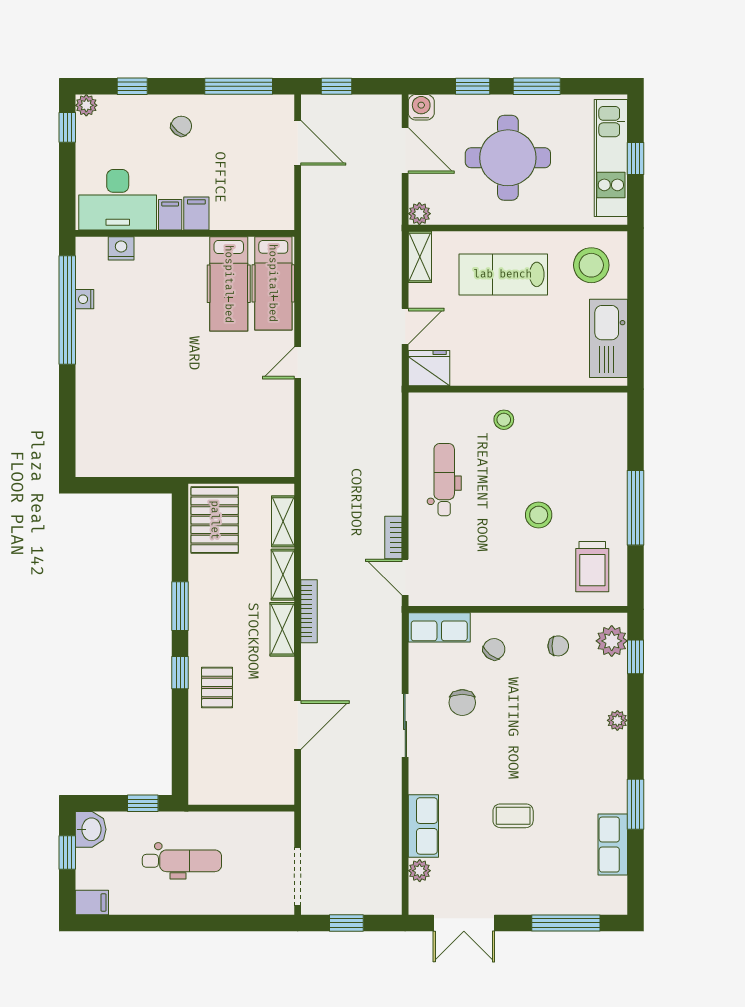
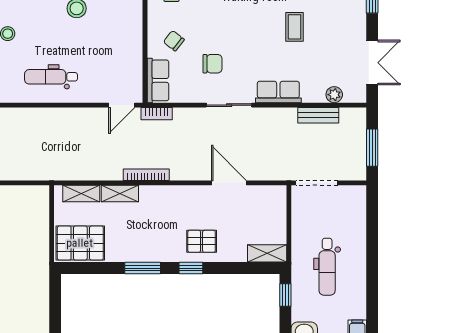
bookcase: (393, 537) -> (157, 114), moved
shelving: (282, 629) -> (267, 253), moved
row of seats: (423, 826) -> (278, 92), moved
bench: (391, 849) -> (318, 115), added
dental chair: (182, 861) -> (327, 267), turned 180
doorway: (298, 876) -> (317, 183), moved
window: (346, 923) -> (372, 148), width x1.50

